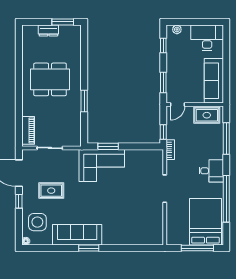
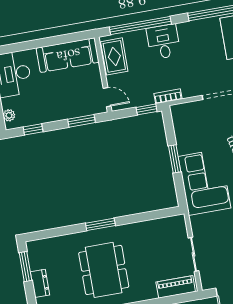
window: (84, 101) -> (100, 224), moved
window: (226, 138) -> (140, 26), width x1.46
window: (108, 146) -> (175, 159), moved
desk: (211, 171) -> (164, 42), moved

